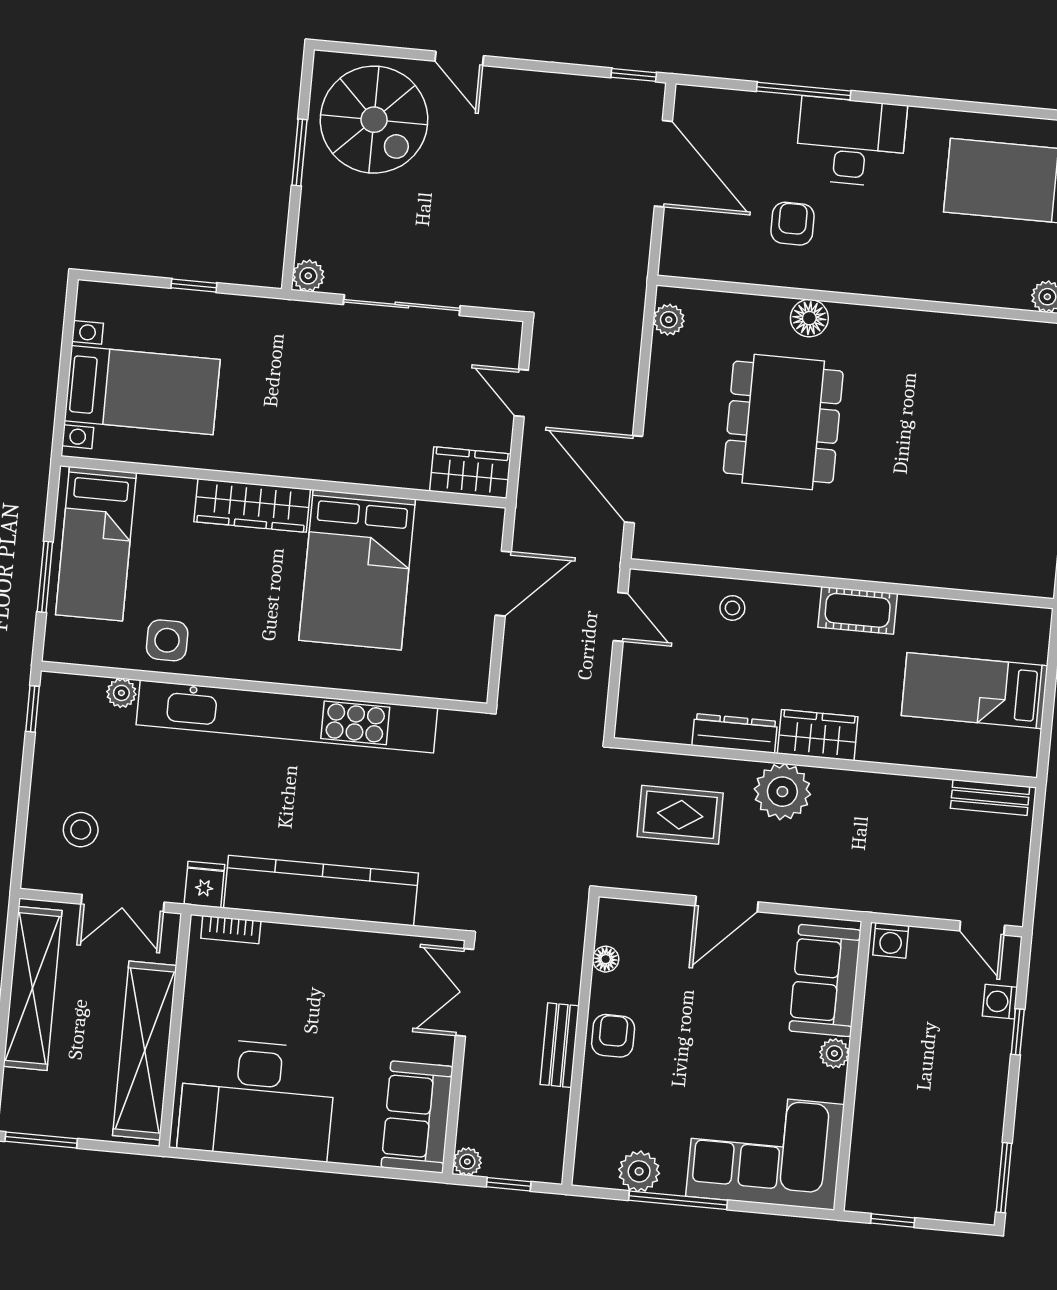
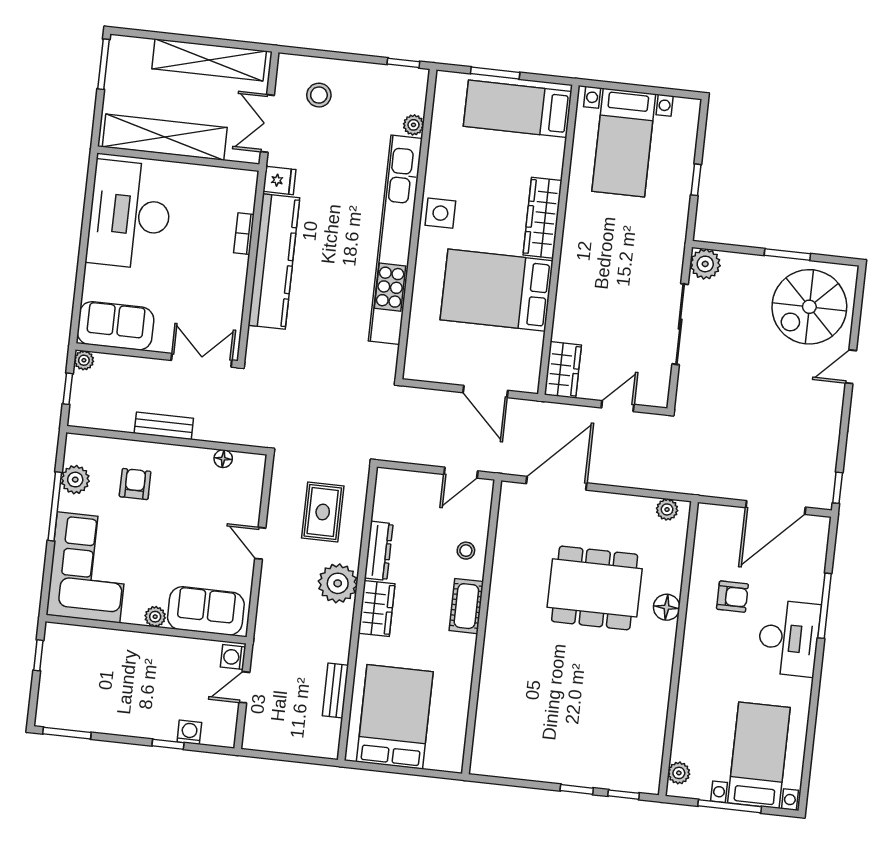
plant: (308, 276) -> (705, 264), width x1.38, depth x1.38
cot: (858, 610) -> (466, 606), moved
side table: (167, 640) -> (440, 213), moved
bed: (975, 691) -> (395, 717), width x1.50
bench: (990, 797) -> (335, 691), moved
door: (727, 904) -> (260, 543), width x0.73
door: (982, 928) -> (244, 687), moved
bookcase: (231, 930) -> (244, 234), moved
armchair: (613, 1036) -> (135, 484), moved, turned -90

